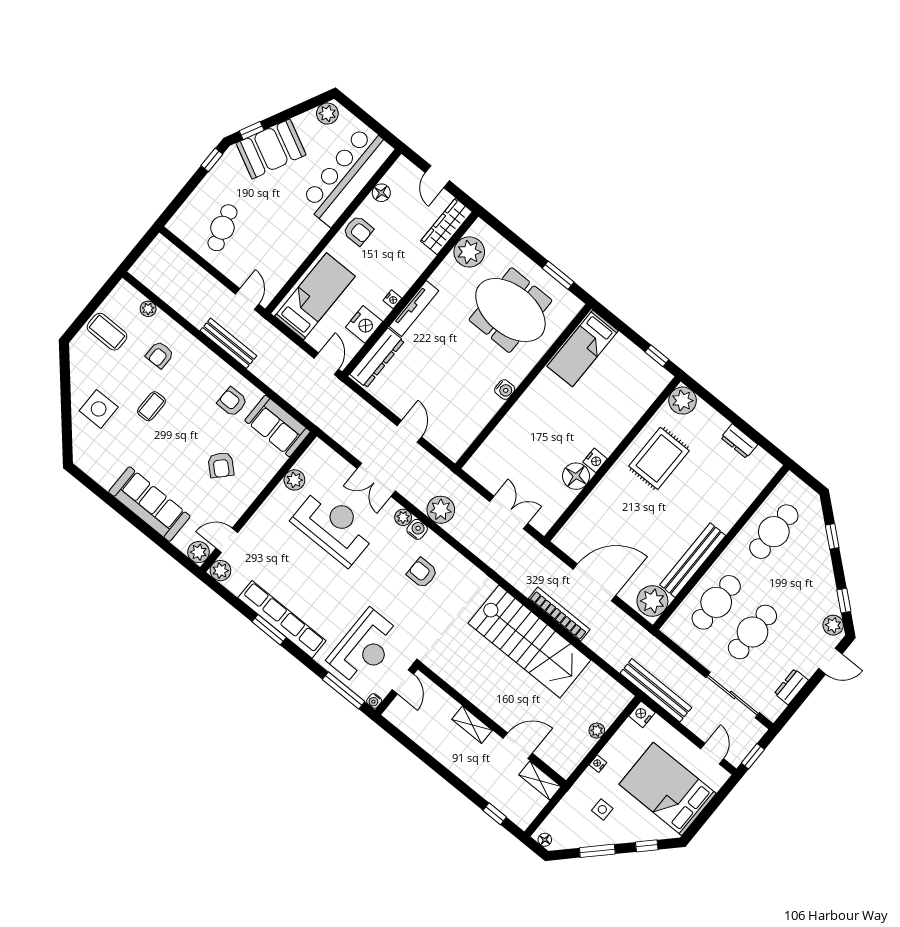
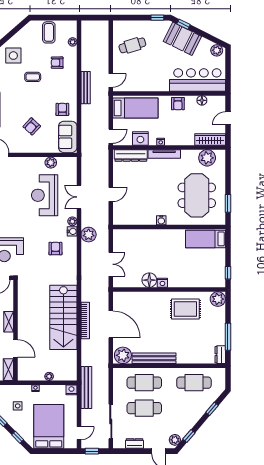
window: (748, 430) -> (228, 337), added
dresser: (739, 441) -> (220, 355), moved
reception desk: (334, 527) -> (45, 195), turned 180

